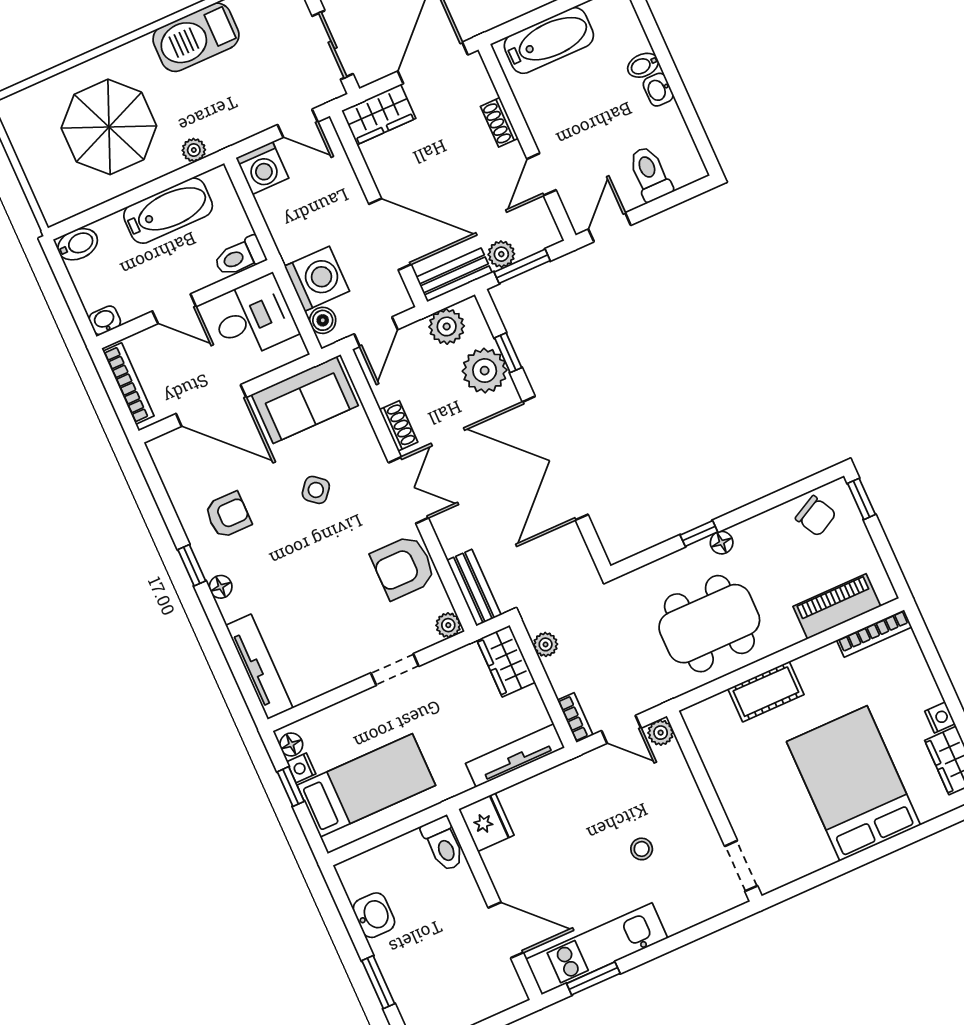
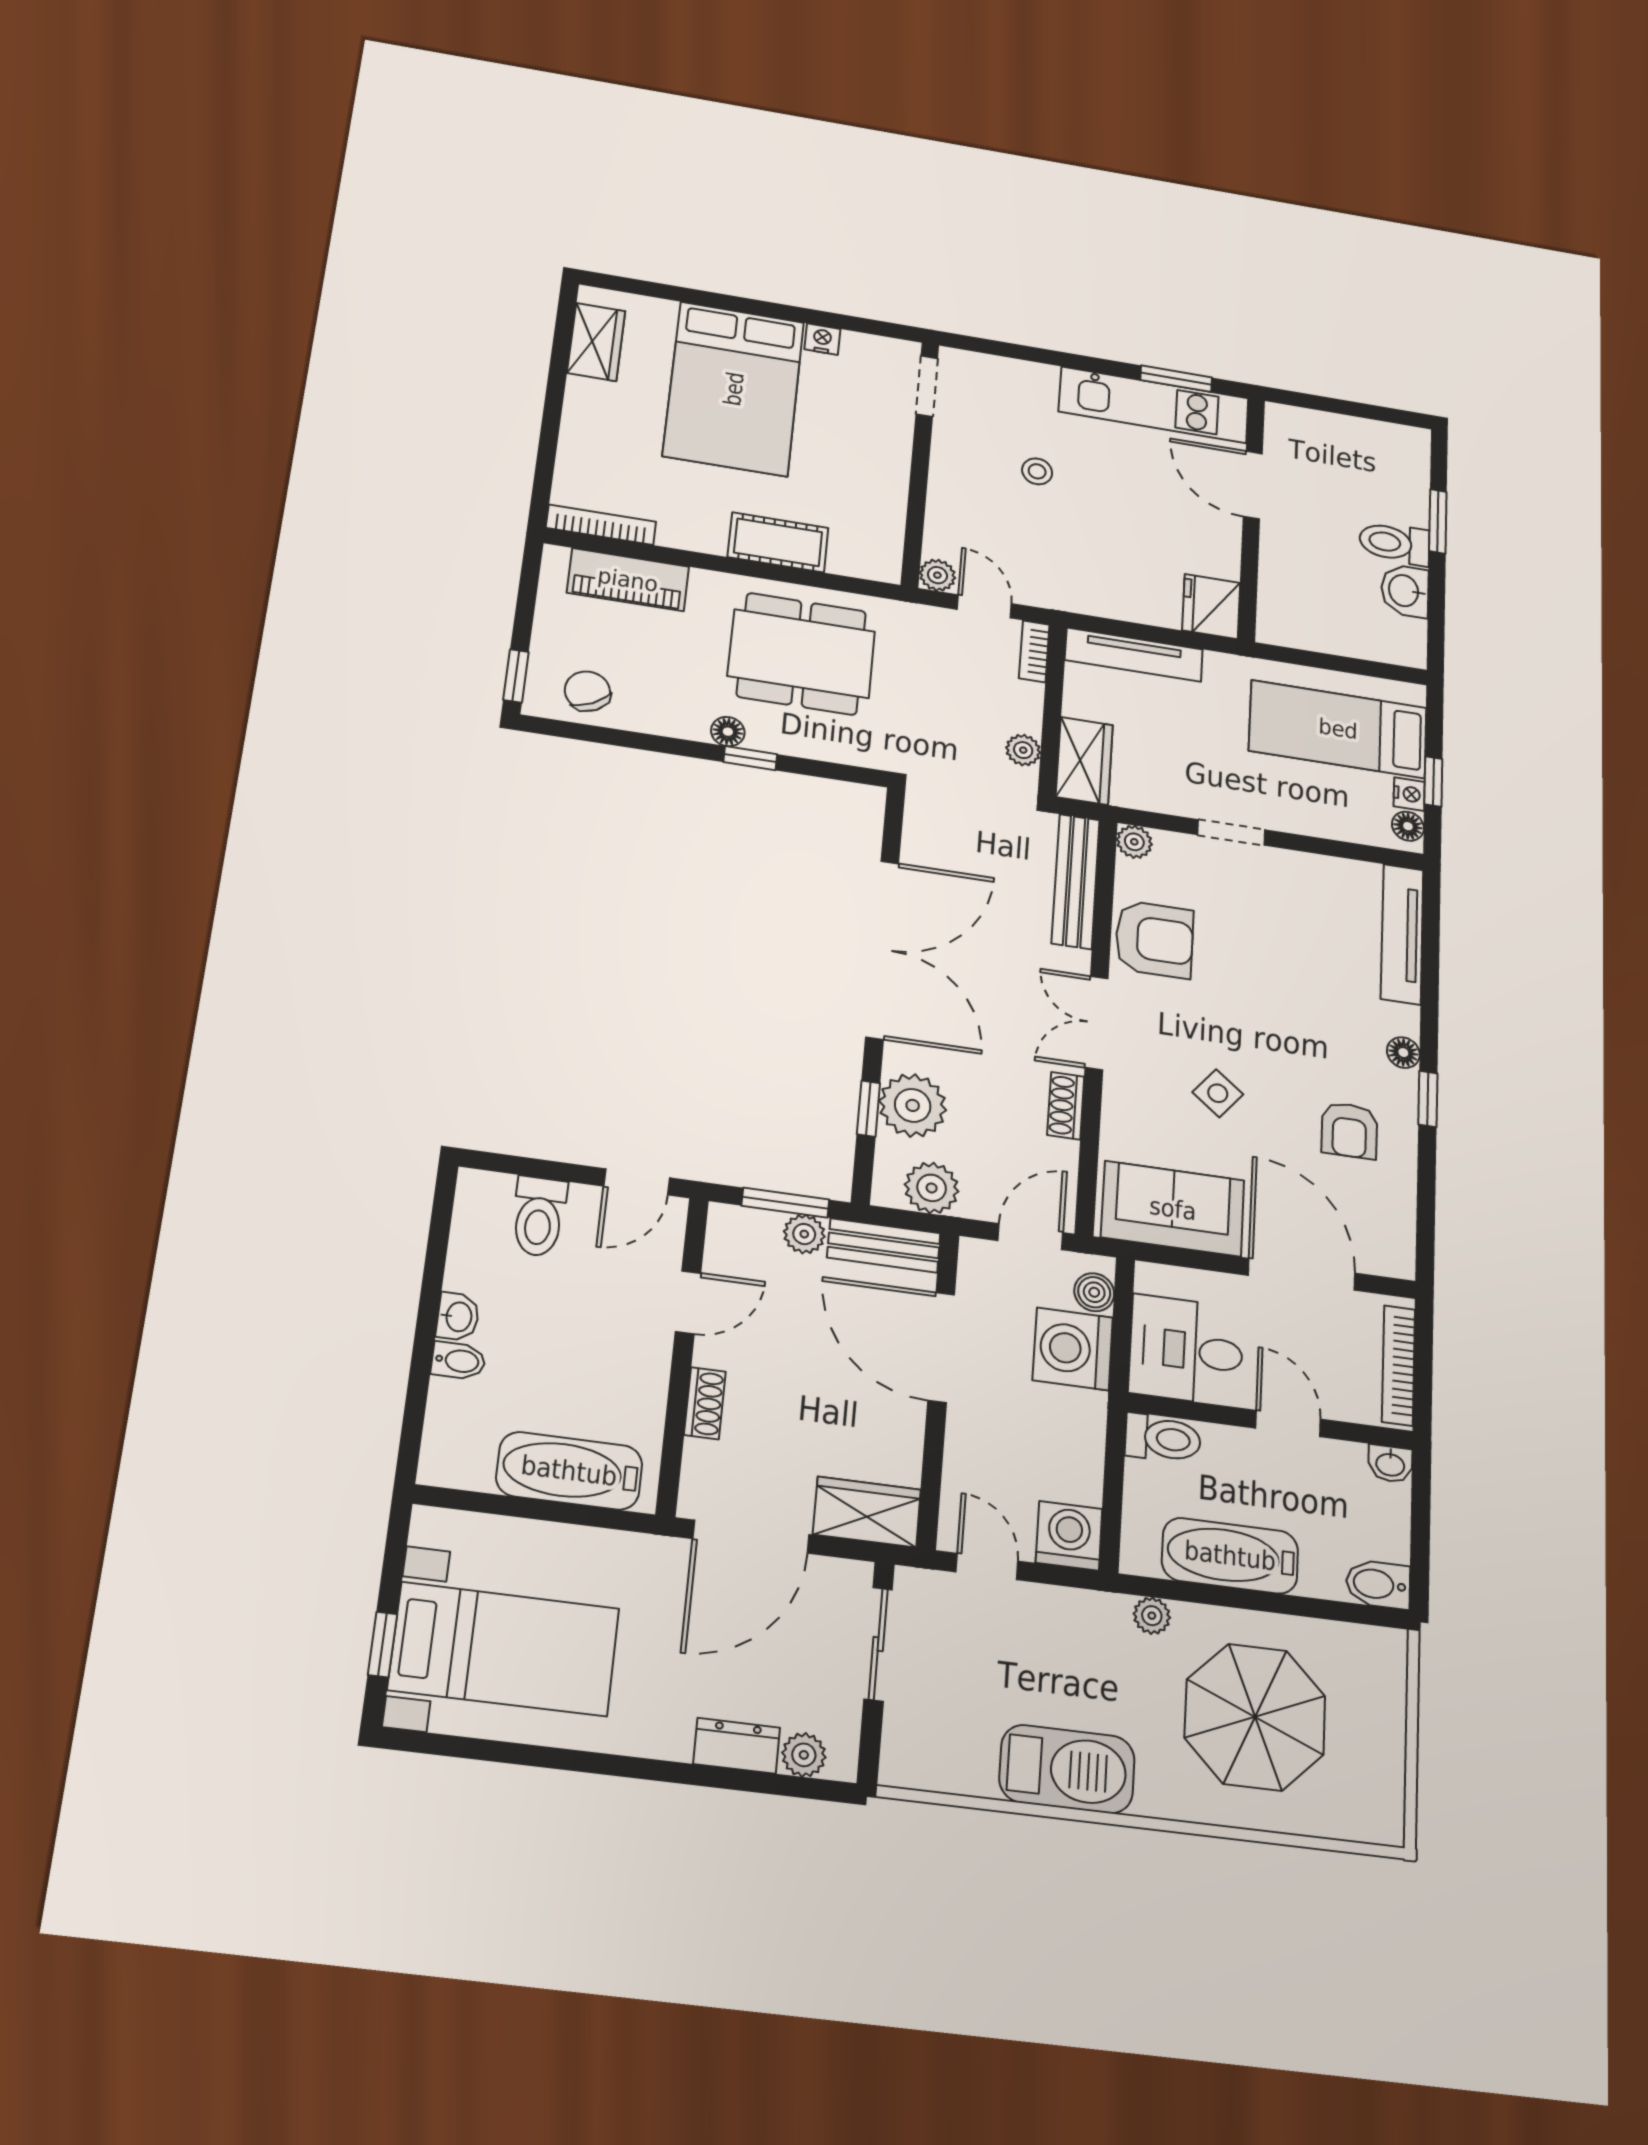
armchair: (228, 515) -> (1349, 1130), turned -90
bench: (474, 588) -> (1076, 881), width x1.36
nightstand: (940, 718) -> (822, 339), moved, turned 90
toilet: (443, 844) -> (1394, 543), moved, turned -90

